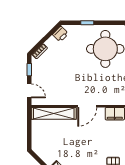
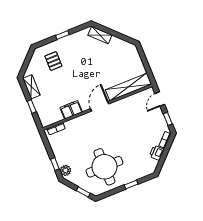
printer: (60, 34) -> (157, 153), moved
door: (29, 91) -> (160, 99), hinge flipped

